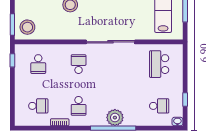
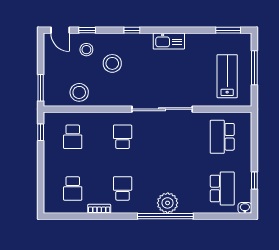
stool: (27, 27) -> (79, 92), moved
school desk: (38, 106) -> (73, 188), turned 90
school desk: (79, 106) -> (123, 188), turned 180
school desk: (159, 106) -> (222, 188), width x1.85

